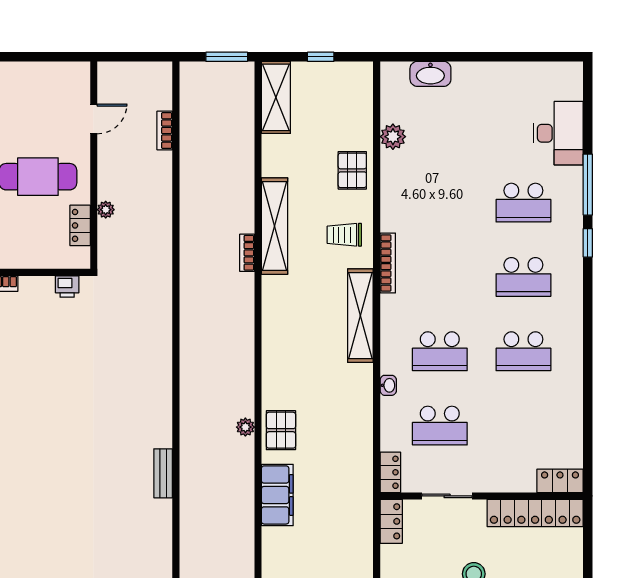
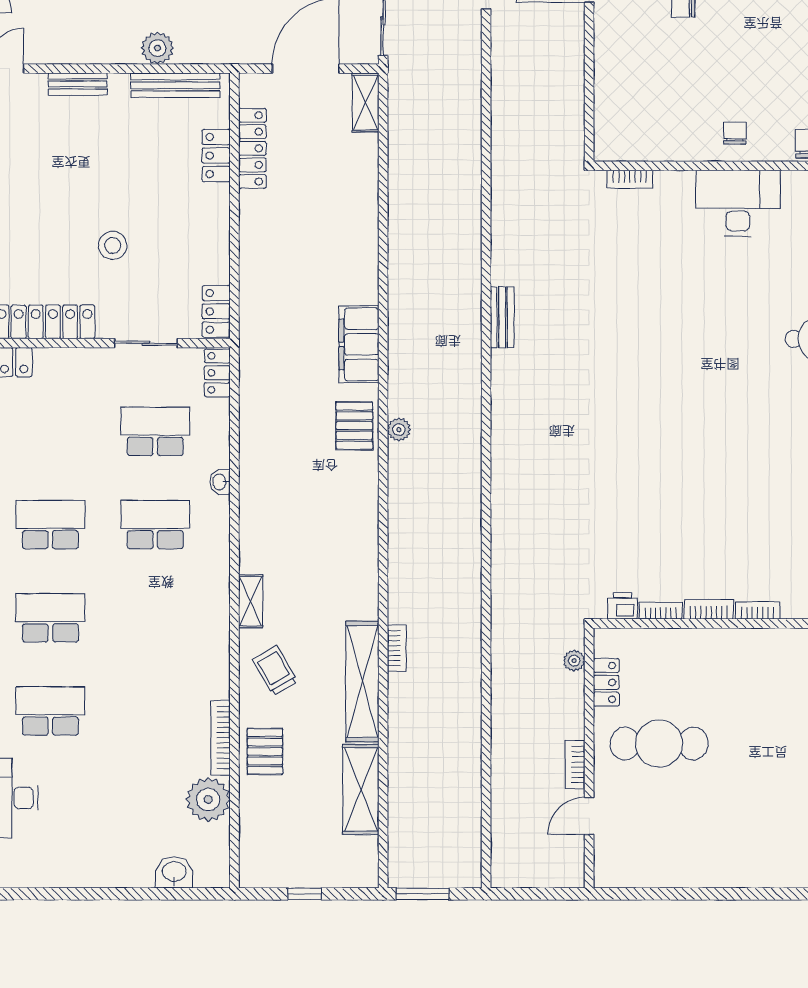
washbasin: (430, 74) -> (174, 872), width x0.72
shelving: (276, 97) -> (361, 790), moved
bookcase: (165, 130) -> (575, 765), moved, turned 180
plant: (393, 137) -> (208, 800), width x1.36, depth x1.36
plant: (106, 210) -> (574, 661), moved
trolley: (344, 235) -> (275, 671), turned -120
bookcase: (388, 263) -> (220, 738), moved
bookcase: (37, 283) -> (661, 611), added
shelving: (360, 316) -> (251, 601), width x0.45, depth x0.75
bench: (163, 473) -> (502, 317), moved

